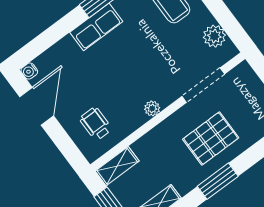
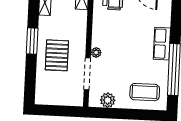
plant: (152, 108) -> (96, 52), moved

